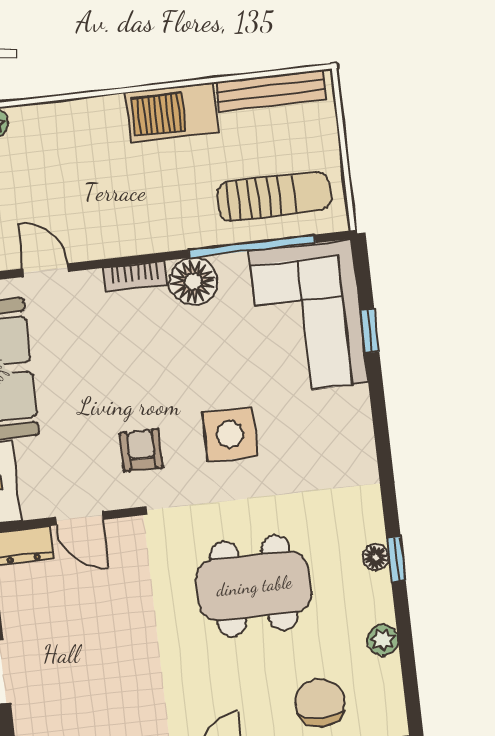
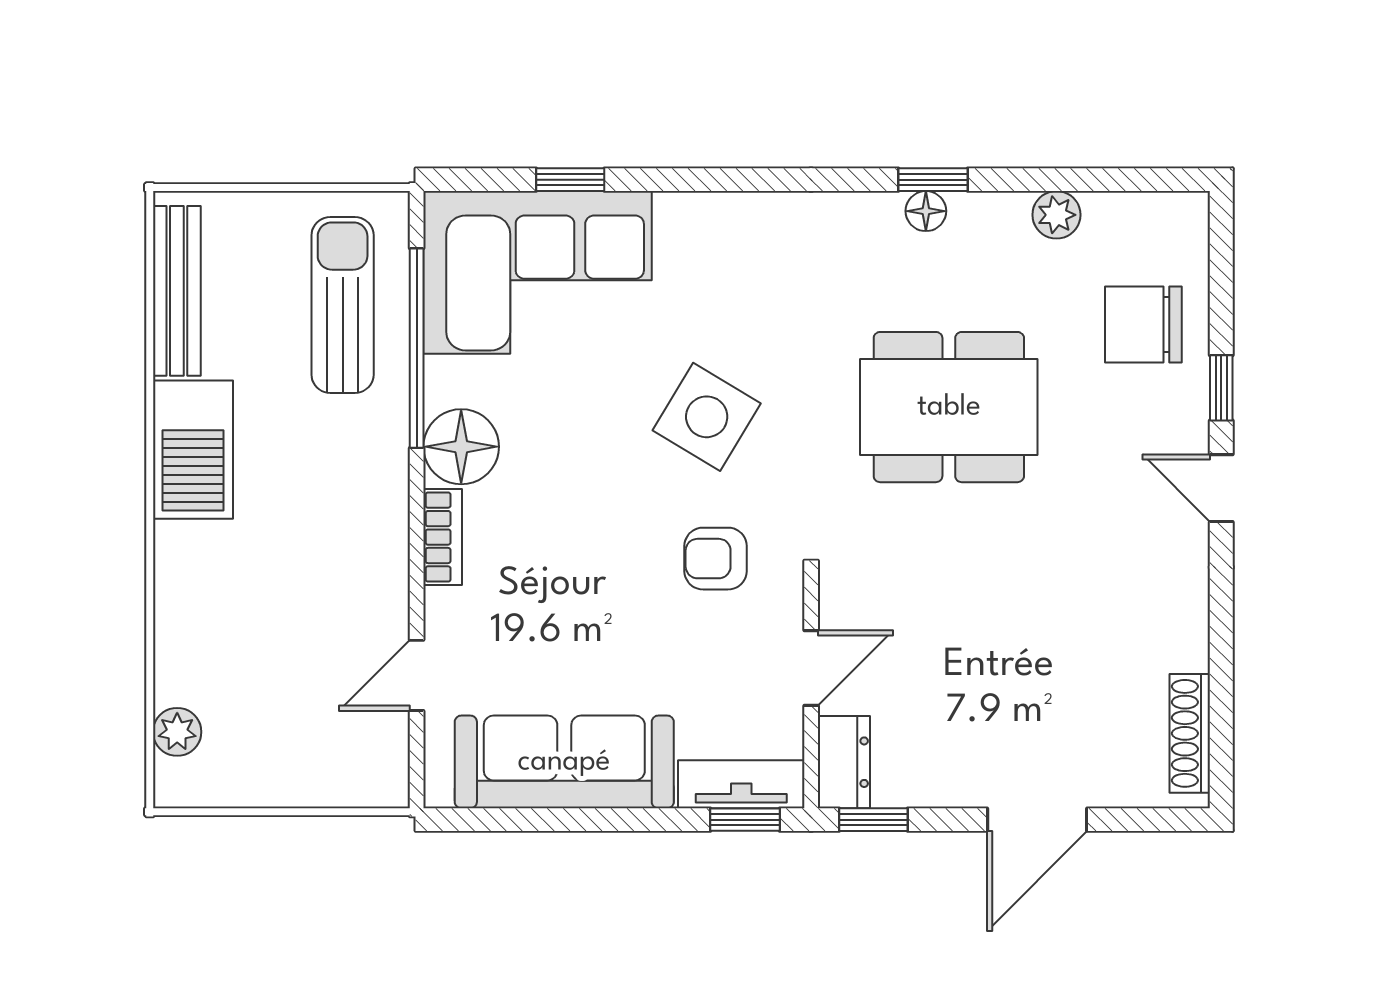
side table: (230, 434) -> (707, 417), turned 31
dining table: (254, 586) -> (949, 407), turned 90

